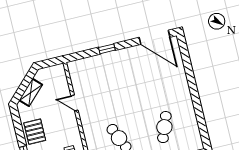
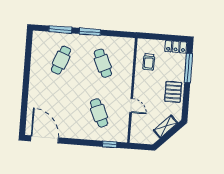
window: (107, 49) -> (110, 144), moved
cafe table: (106, 84) -> (99, 113), added

